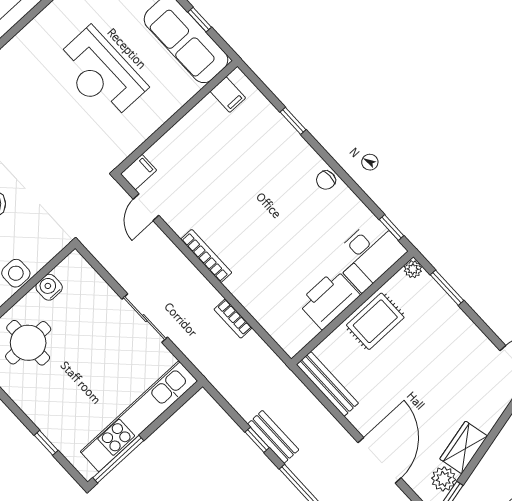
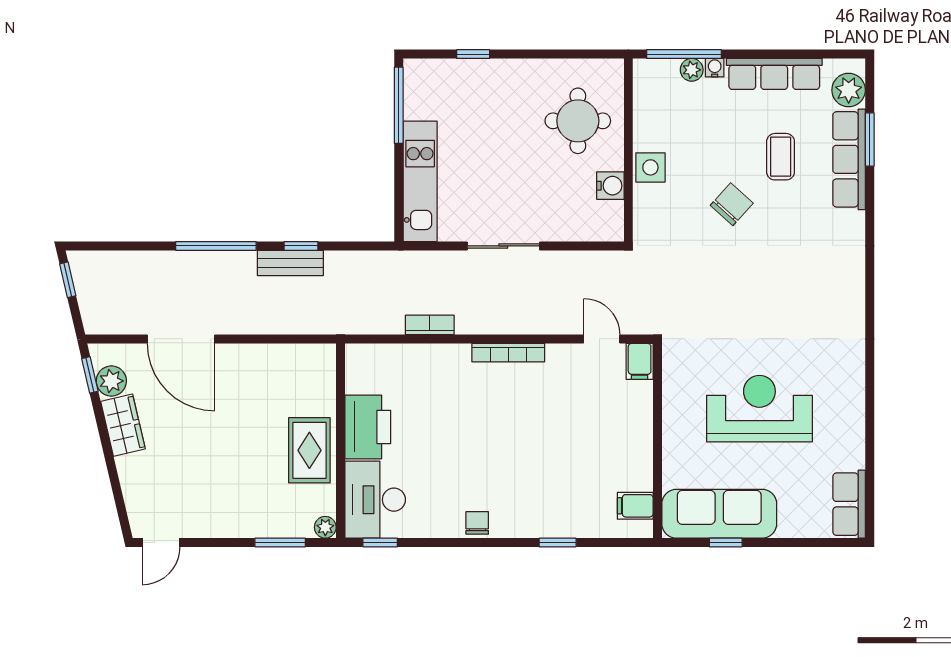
bench: (327, 384) -> (293, 355), removed
kitchen unit: (139, 416) -> (420, 181), width x0.73

